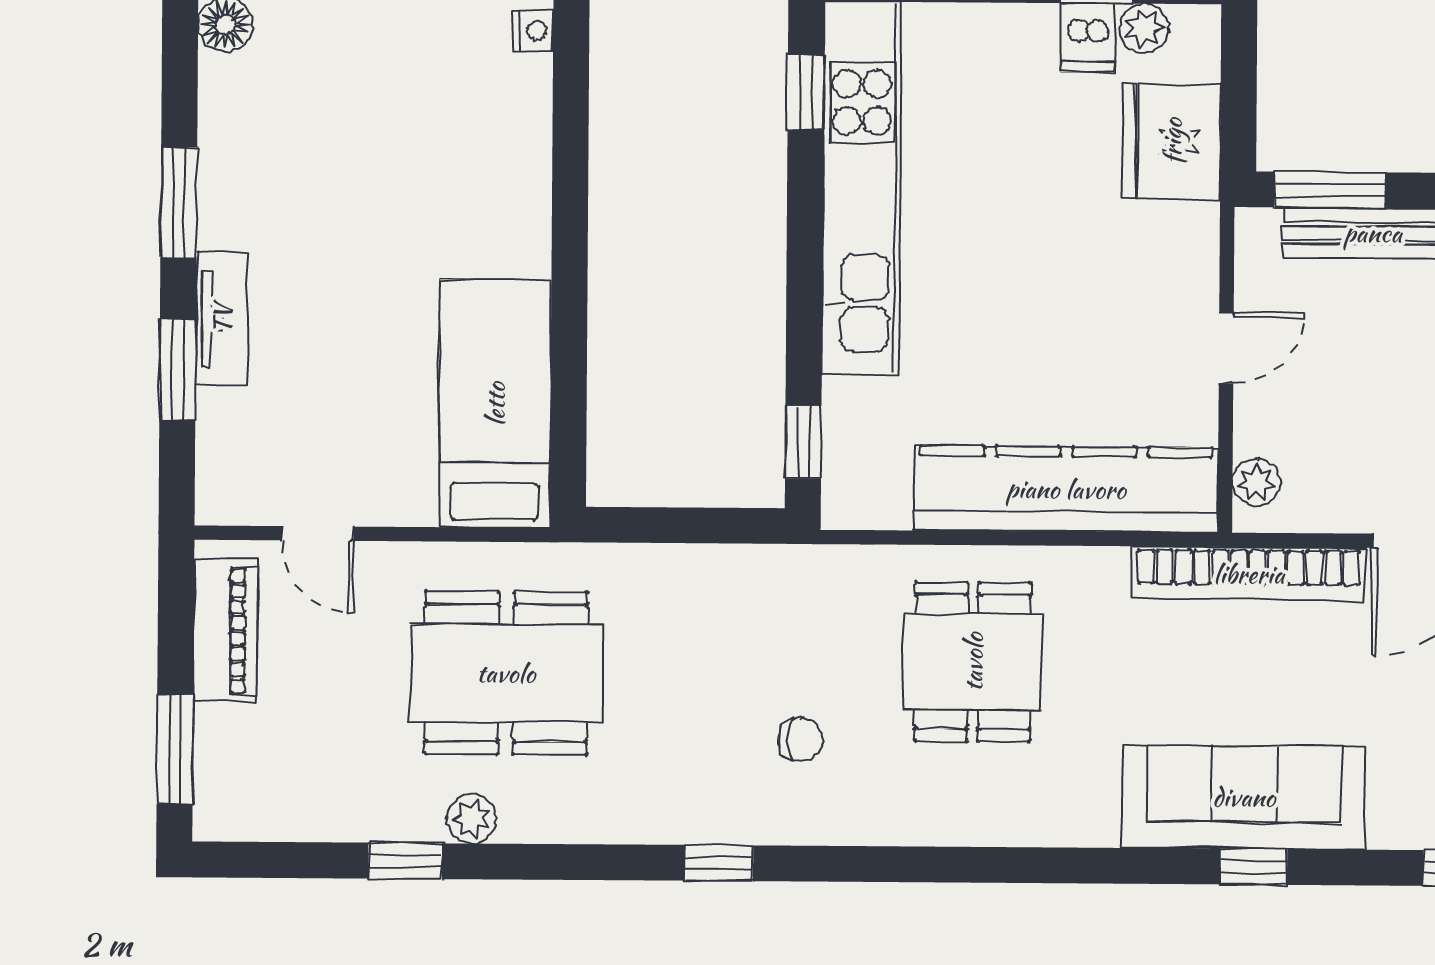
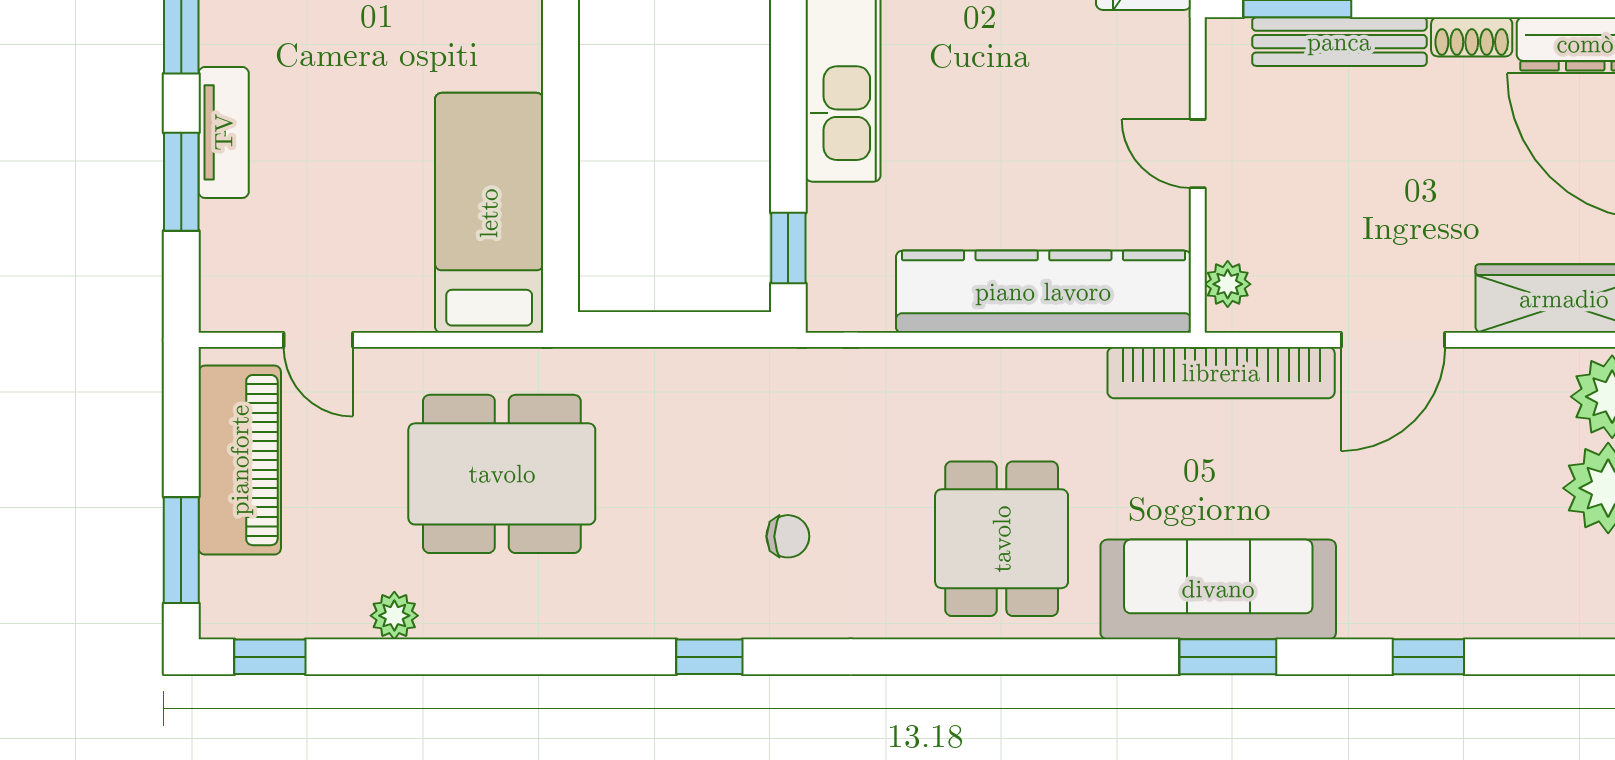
door: (1226, 348) -> (1198, 154), swing flipped
piano: (226, 631) -> (240, 460), width x1.37, depth x1.33
dining table: (973, 662) -> (1002, 539), moved
plant: (472, 819) -> (394, 616), moved
window: (405, 861) -> (270, 657), moved
window: (1254, 867) -> (1228, 657), width x1.50

